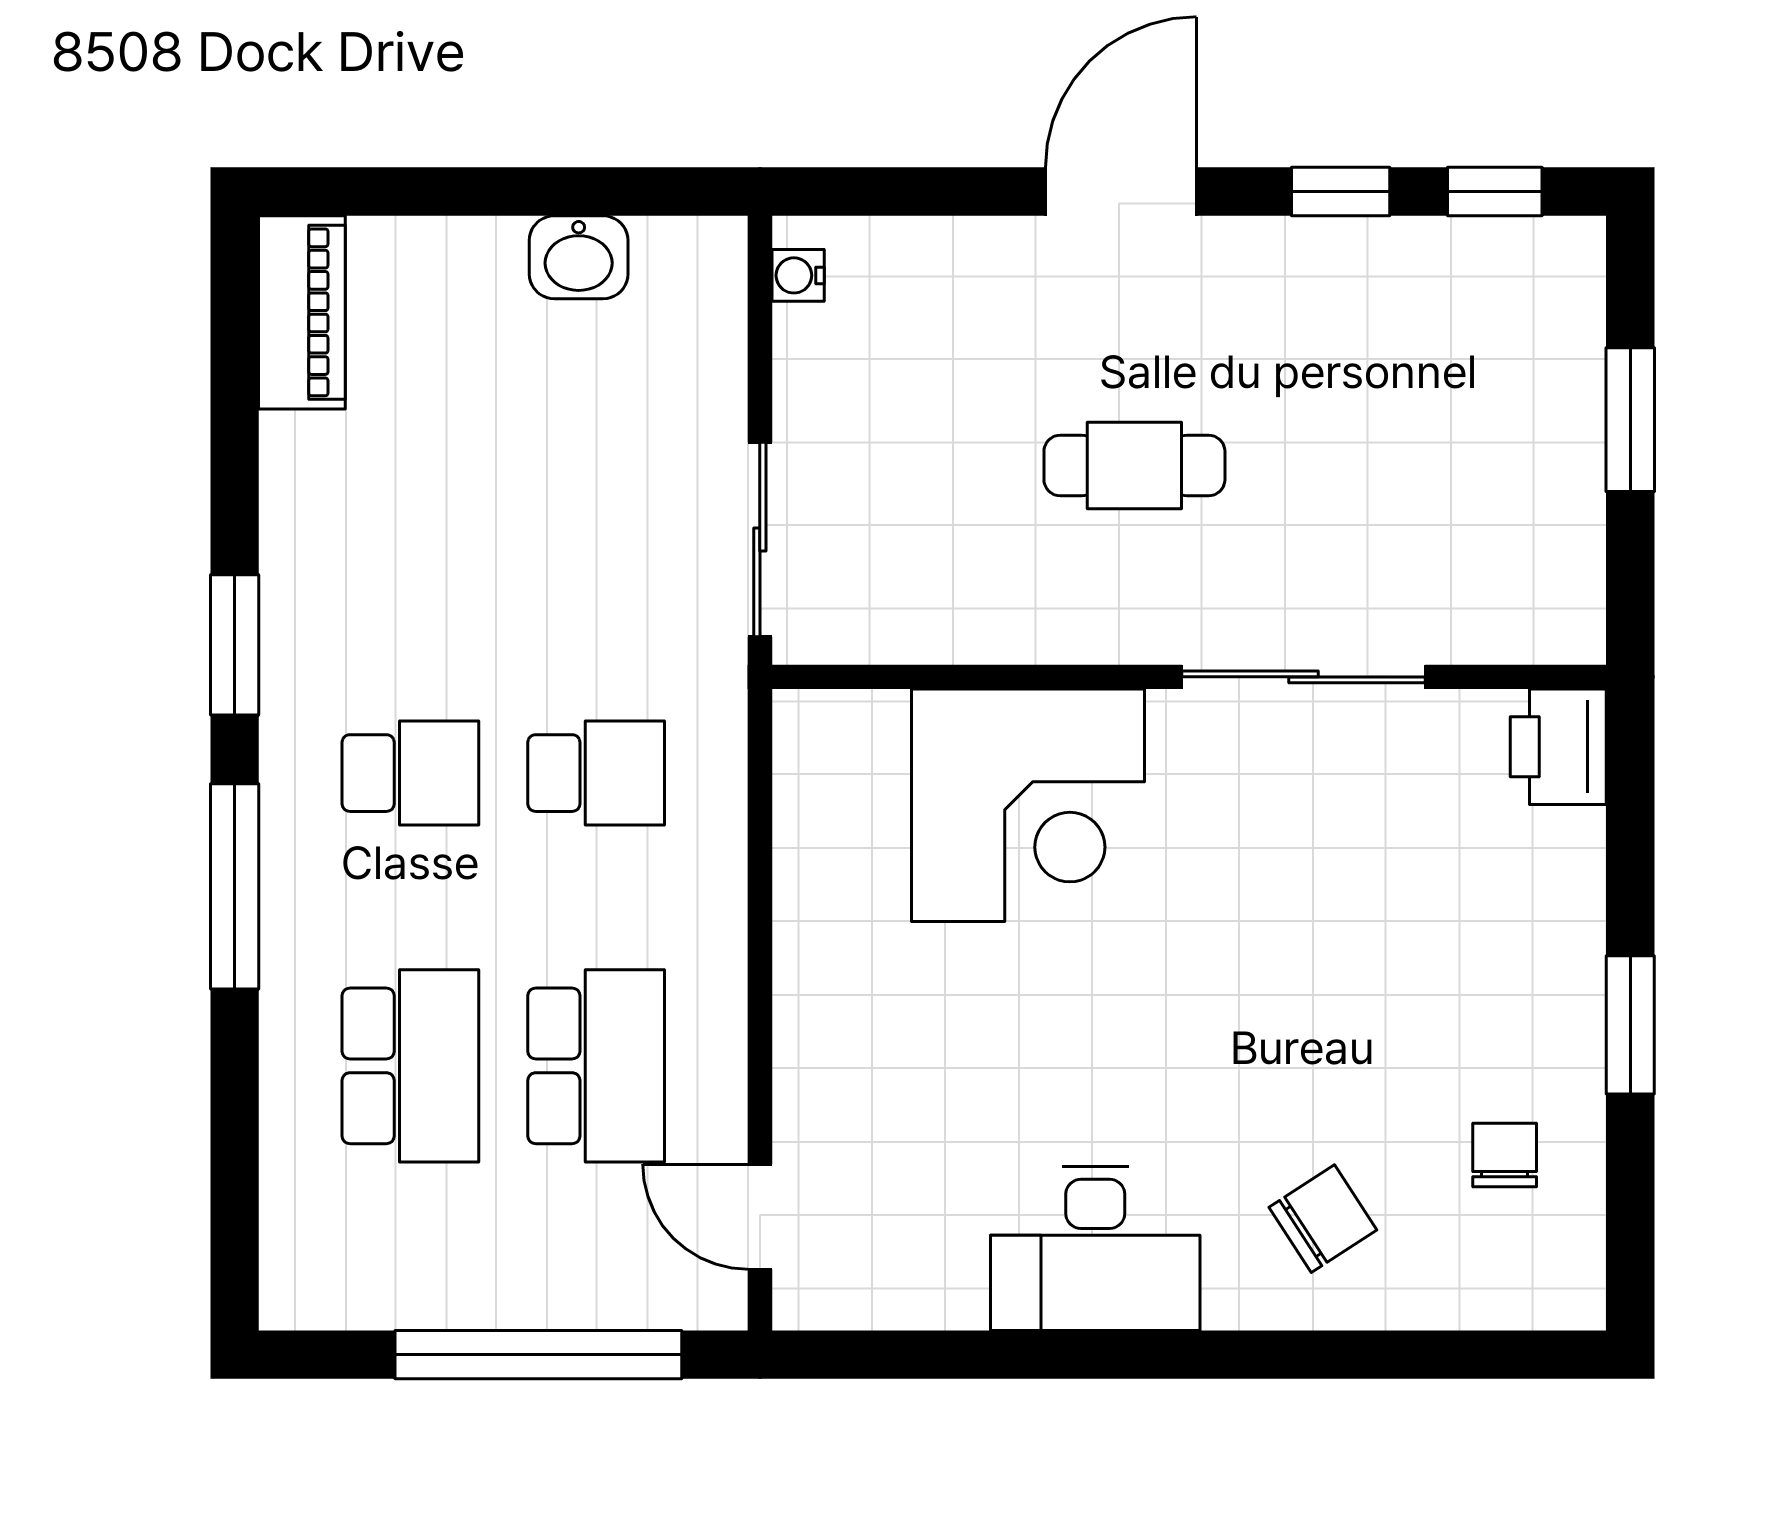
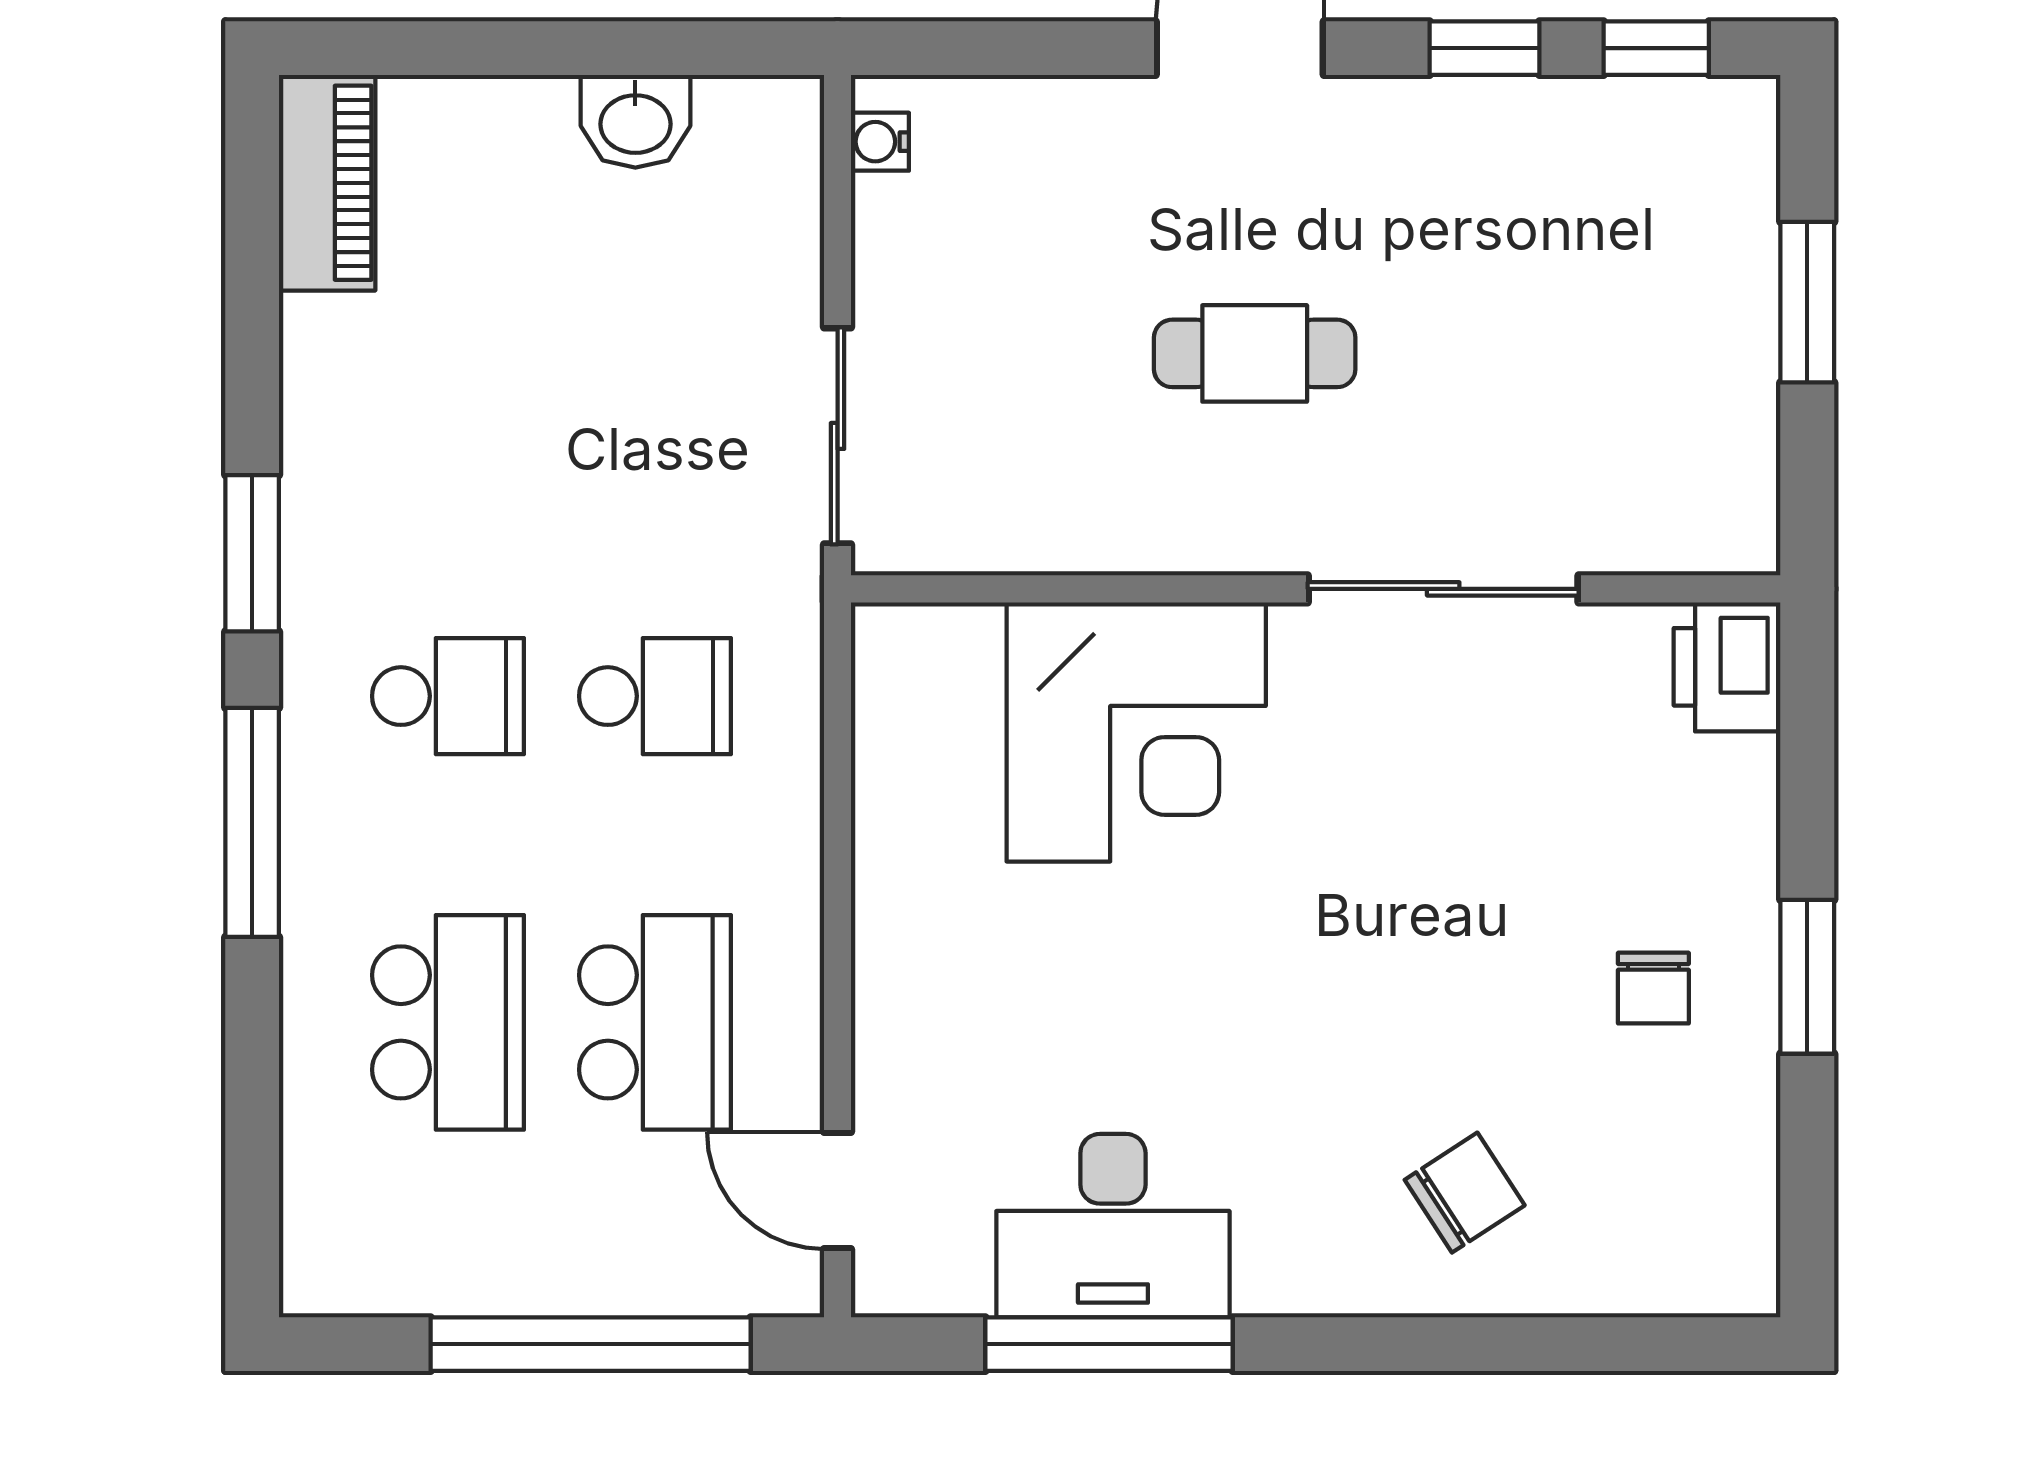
chair: (1505, 1155) -> (1653, 988), moved, turned 180
desk: (1095, 1248) -> (1113, 1226), moved
window: (1004, 1355) -> (1109, 1344), added

